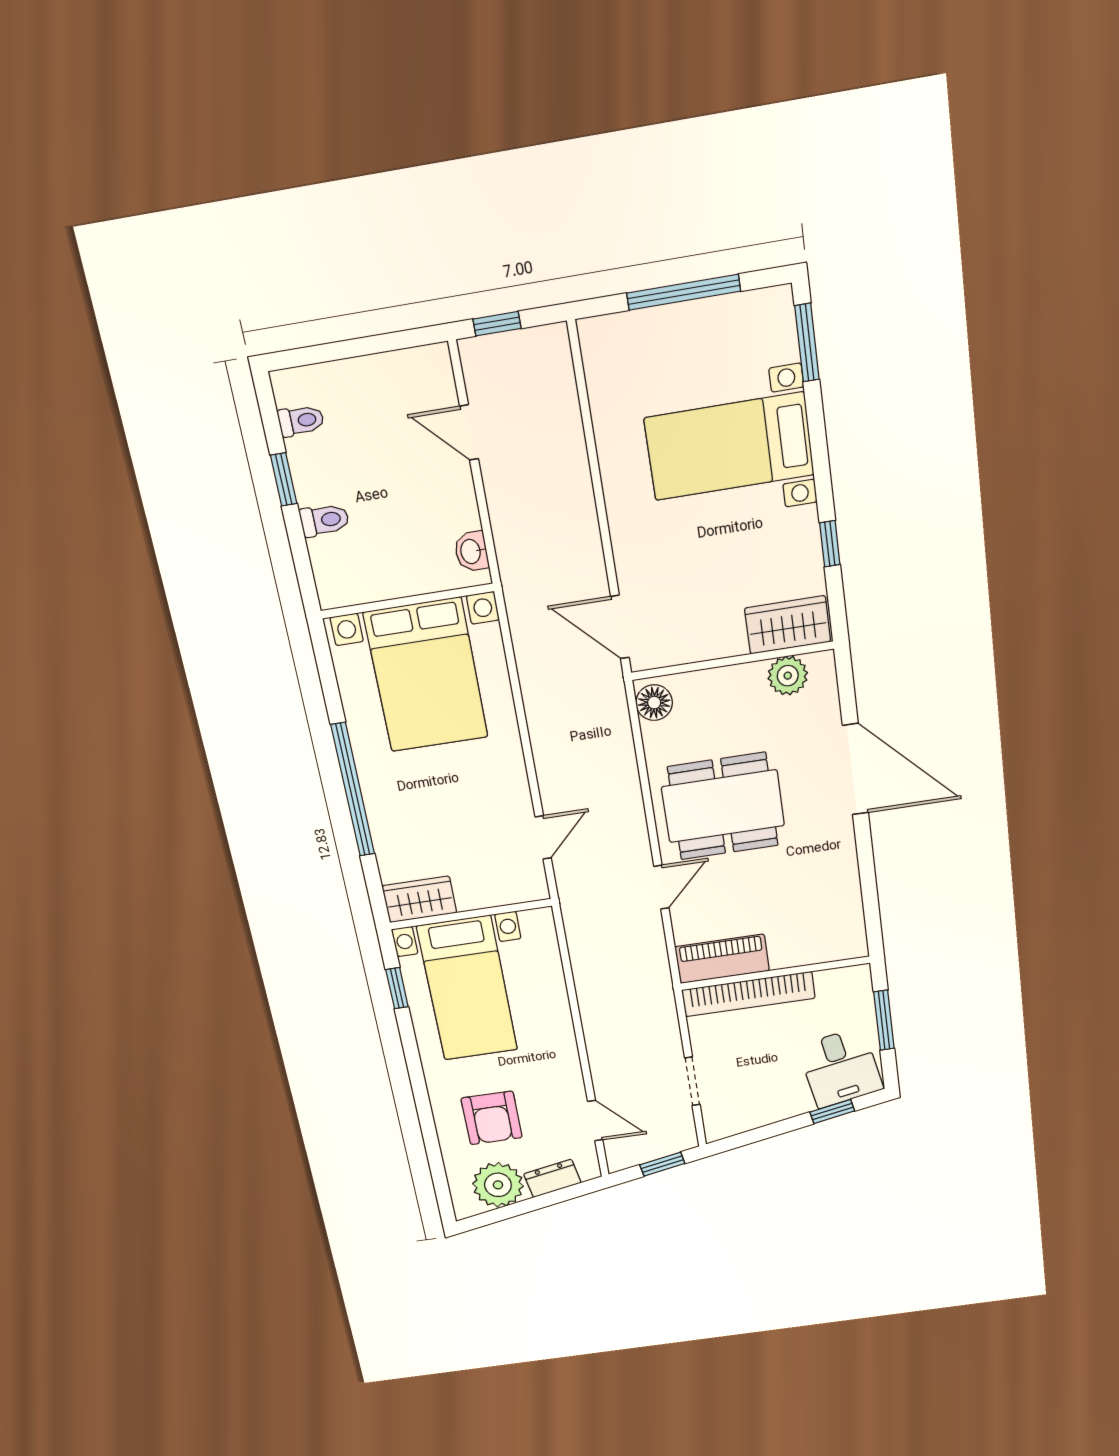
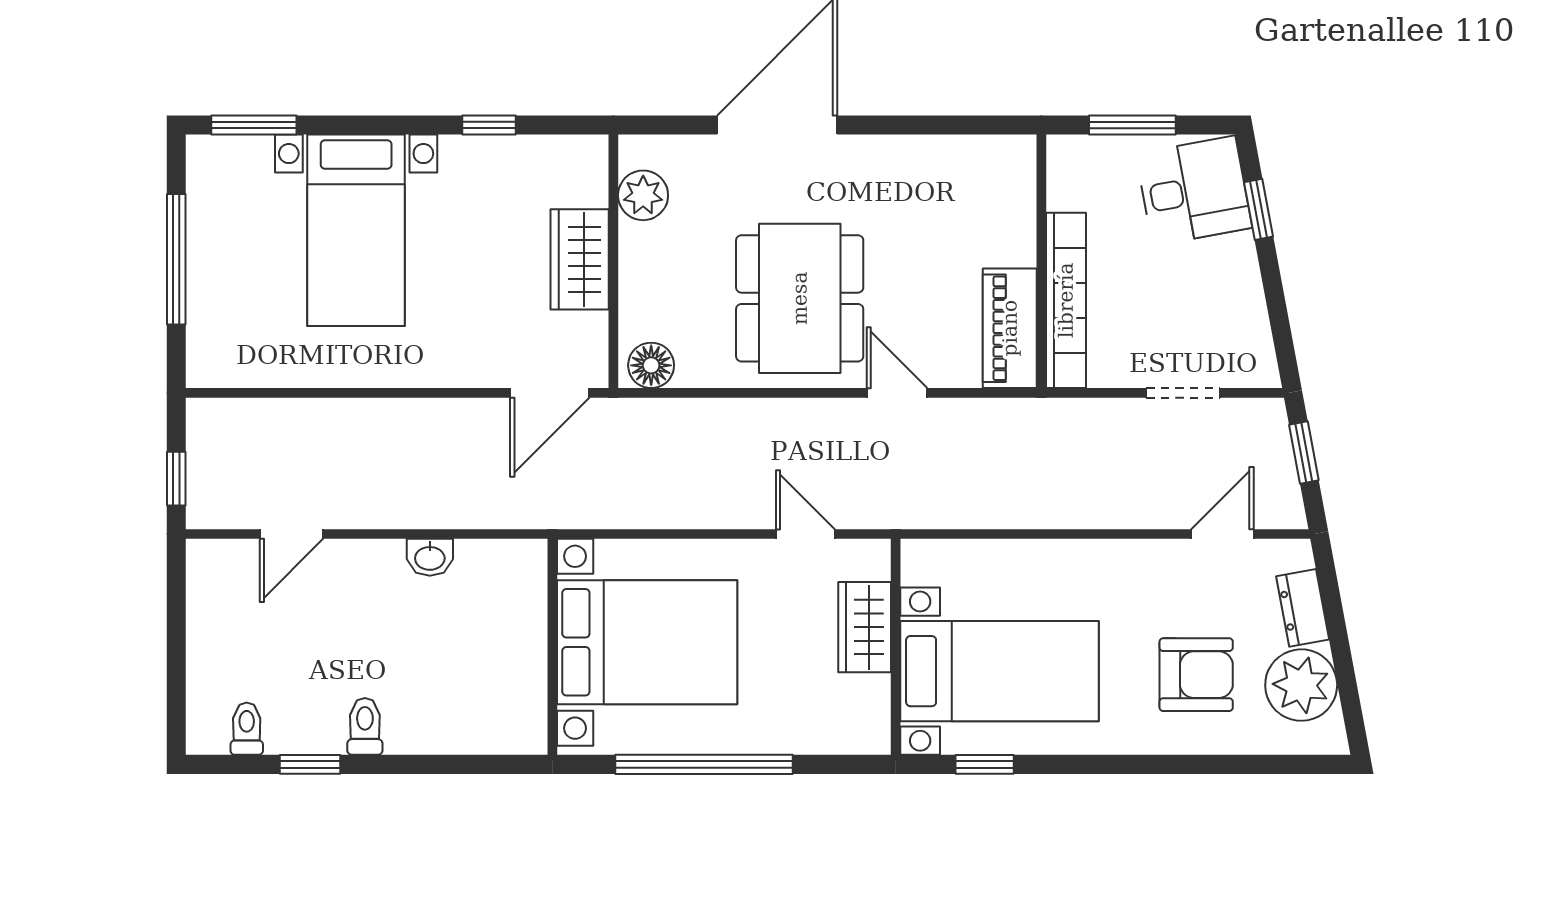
wall: (407, 601) -> (552, 647), moved
wardrobe: (788, 625) -> (580, 259), moved
bed with nightstands: (426, 675) -> (647, 642), moved
wardrobe: (419, 899) -> (865, 627), moved

